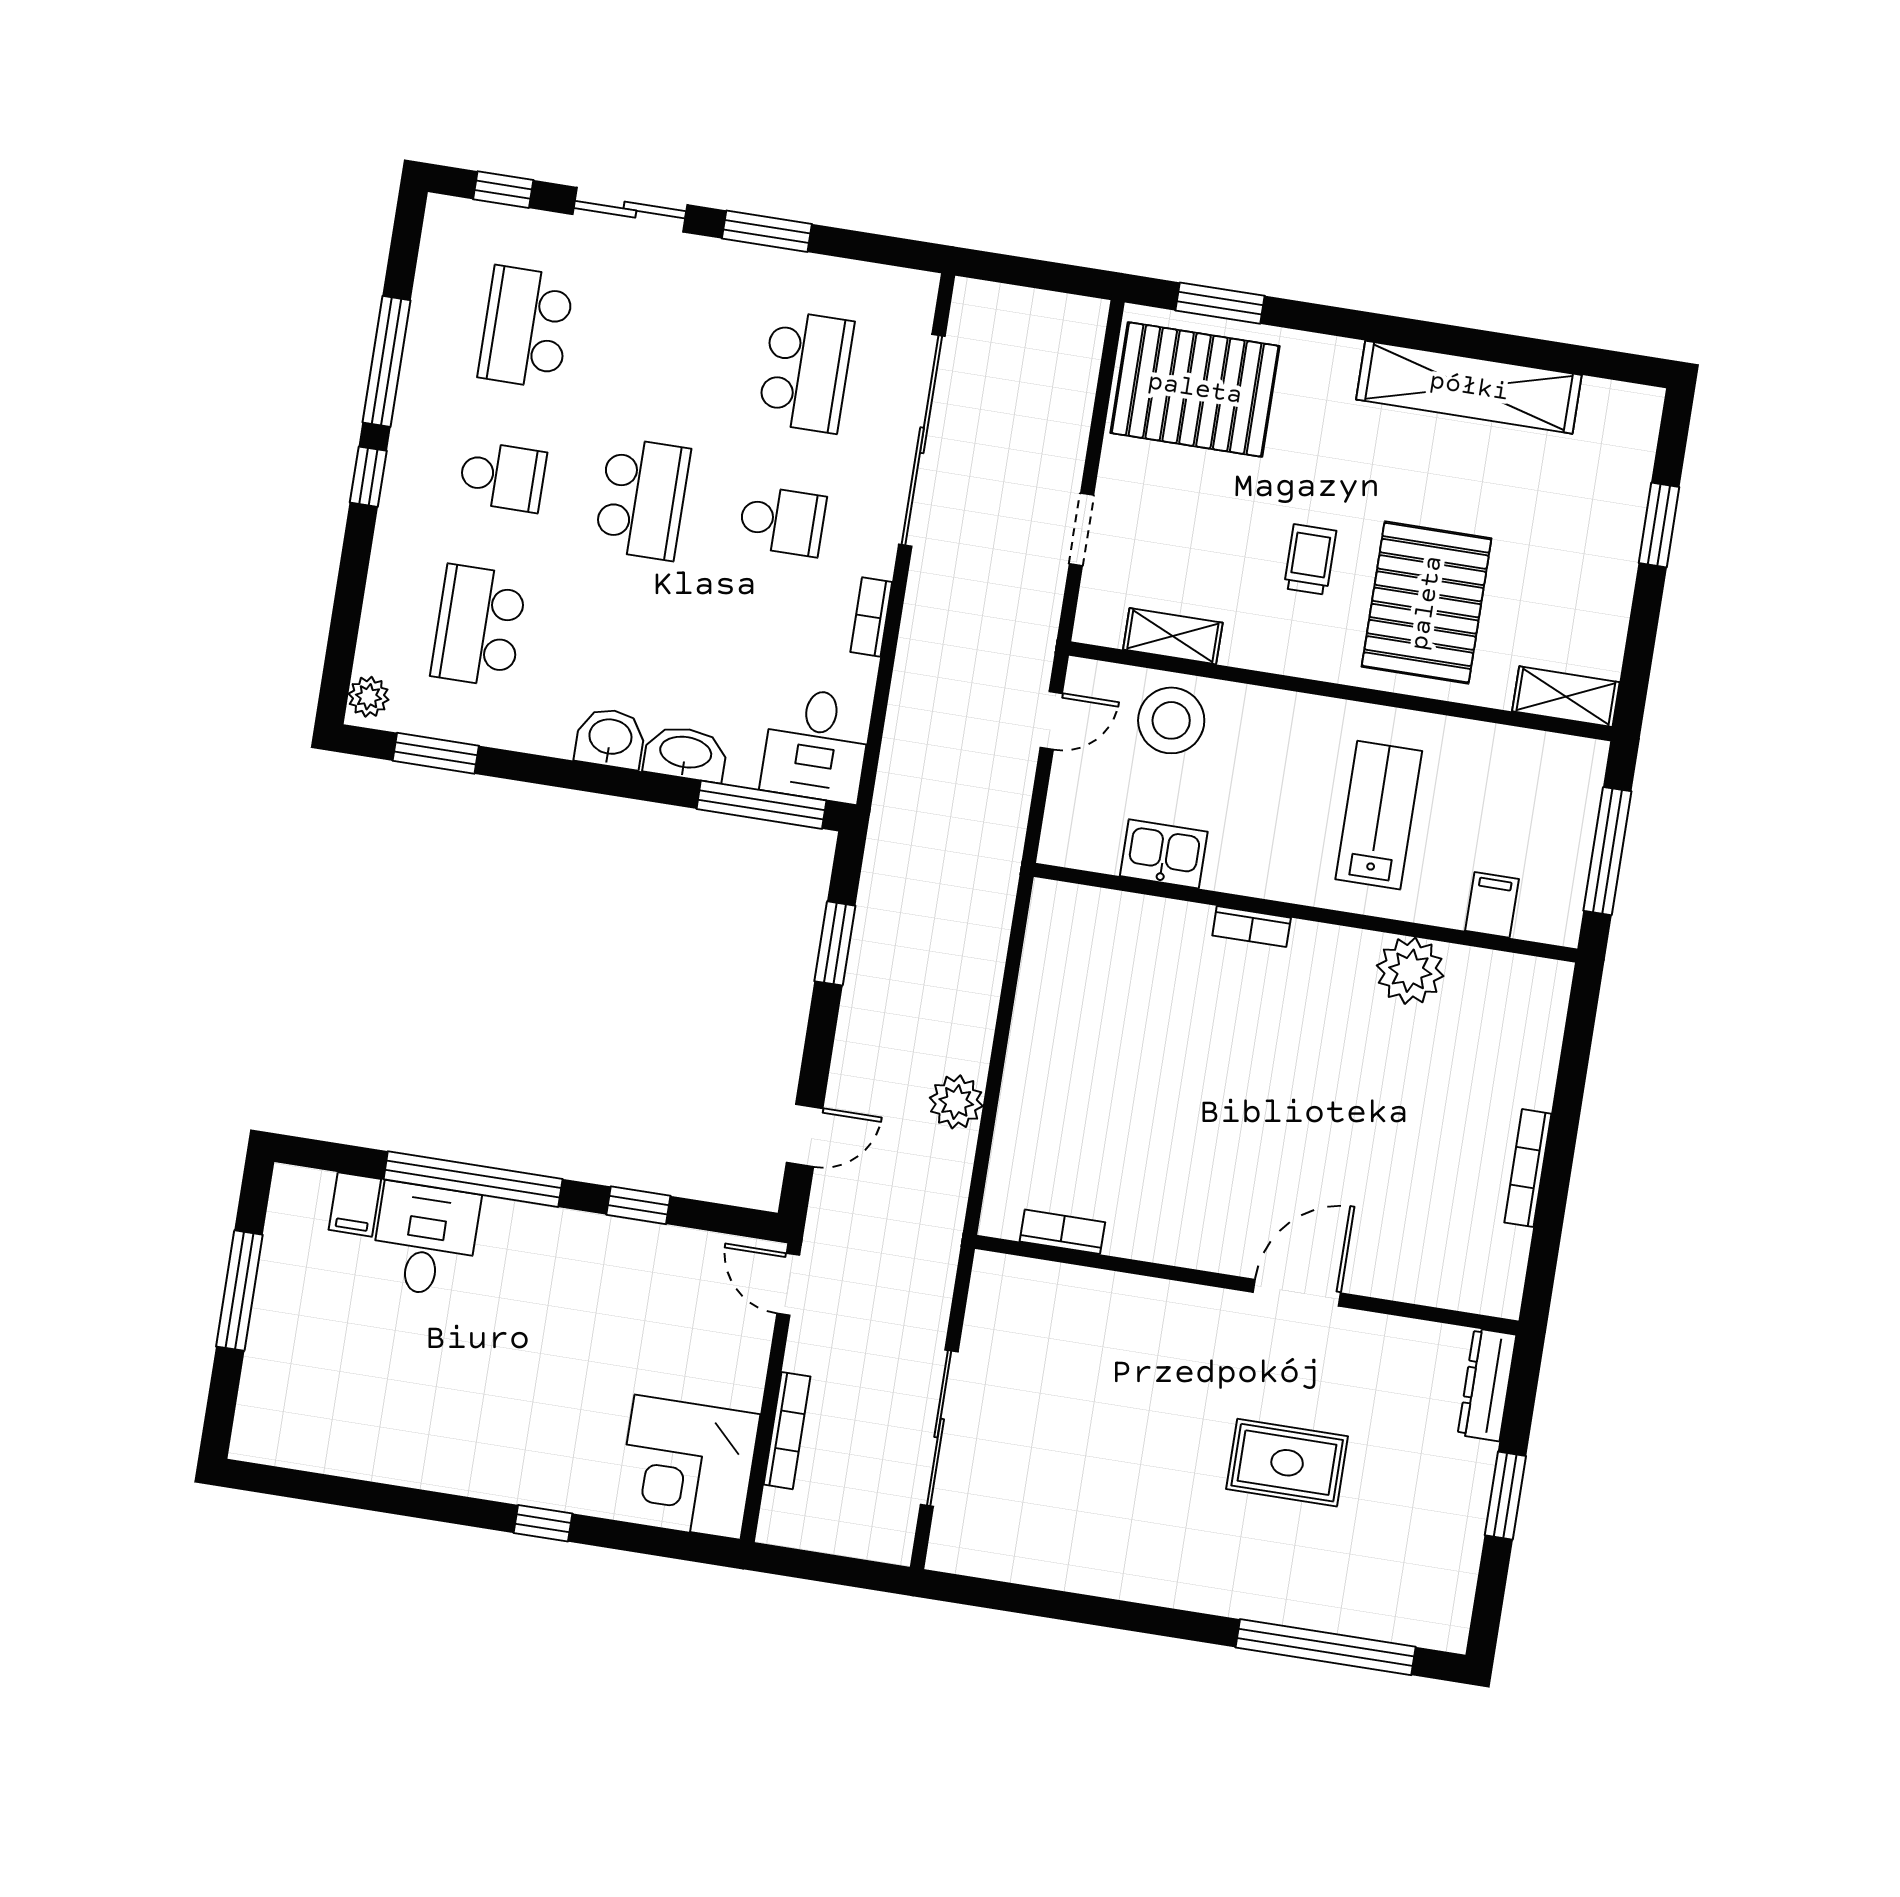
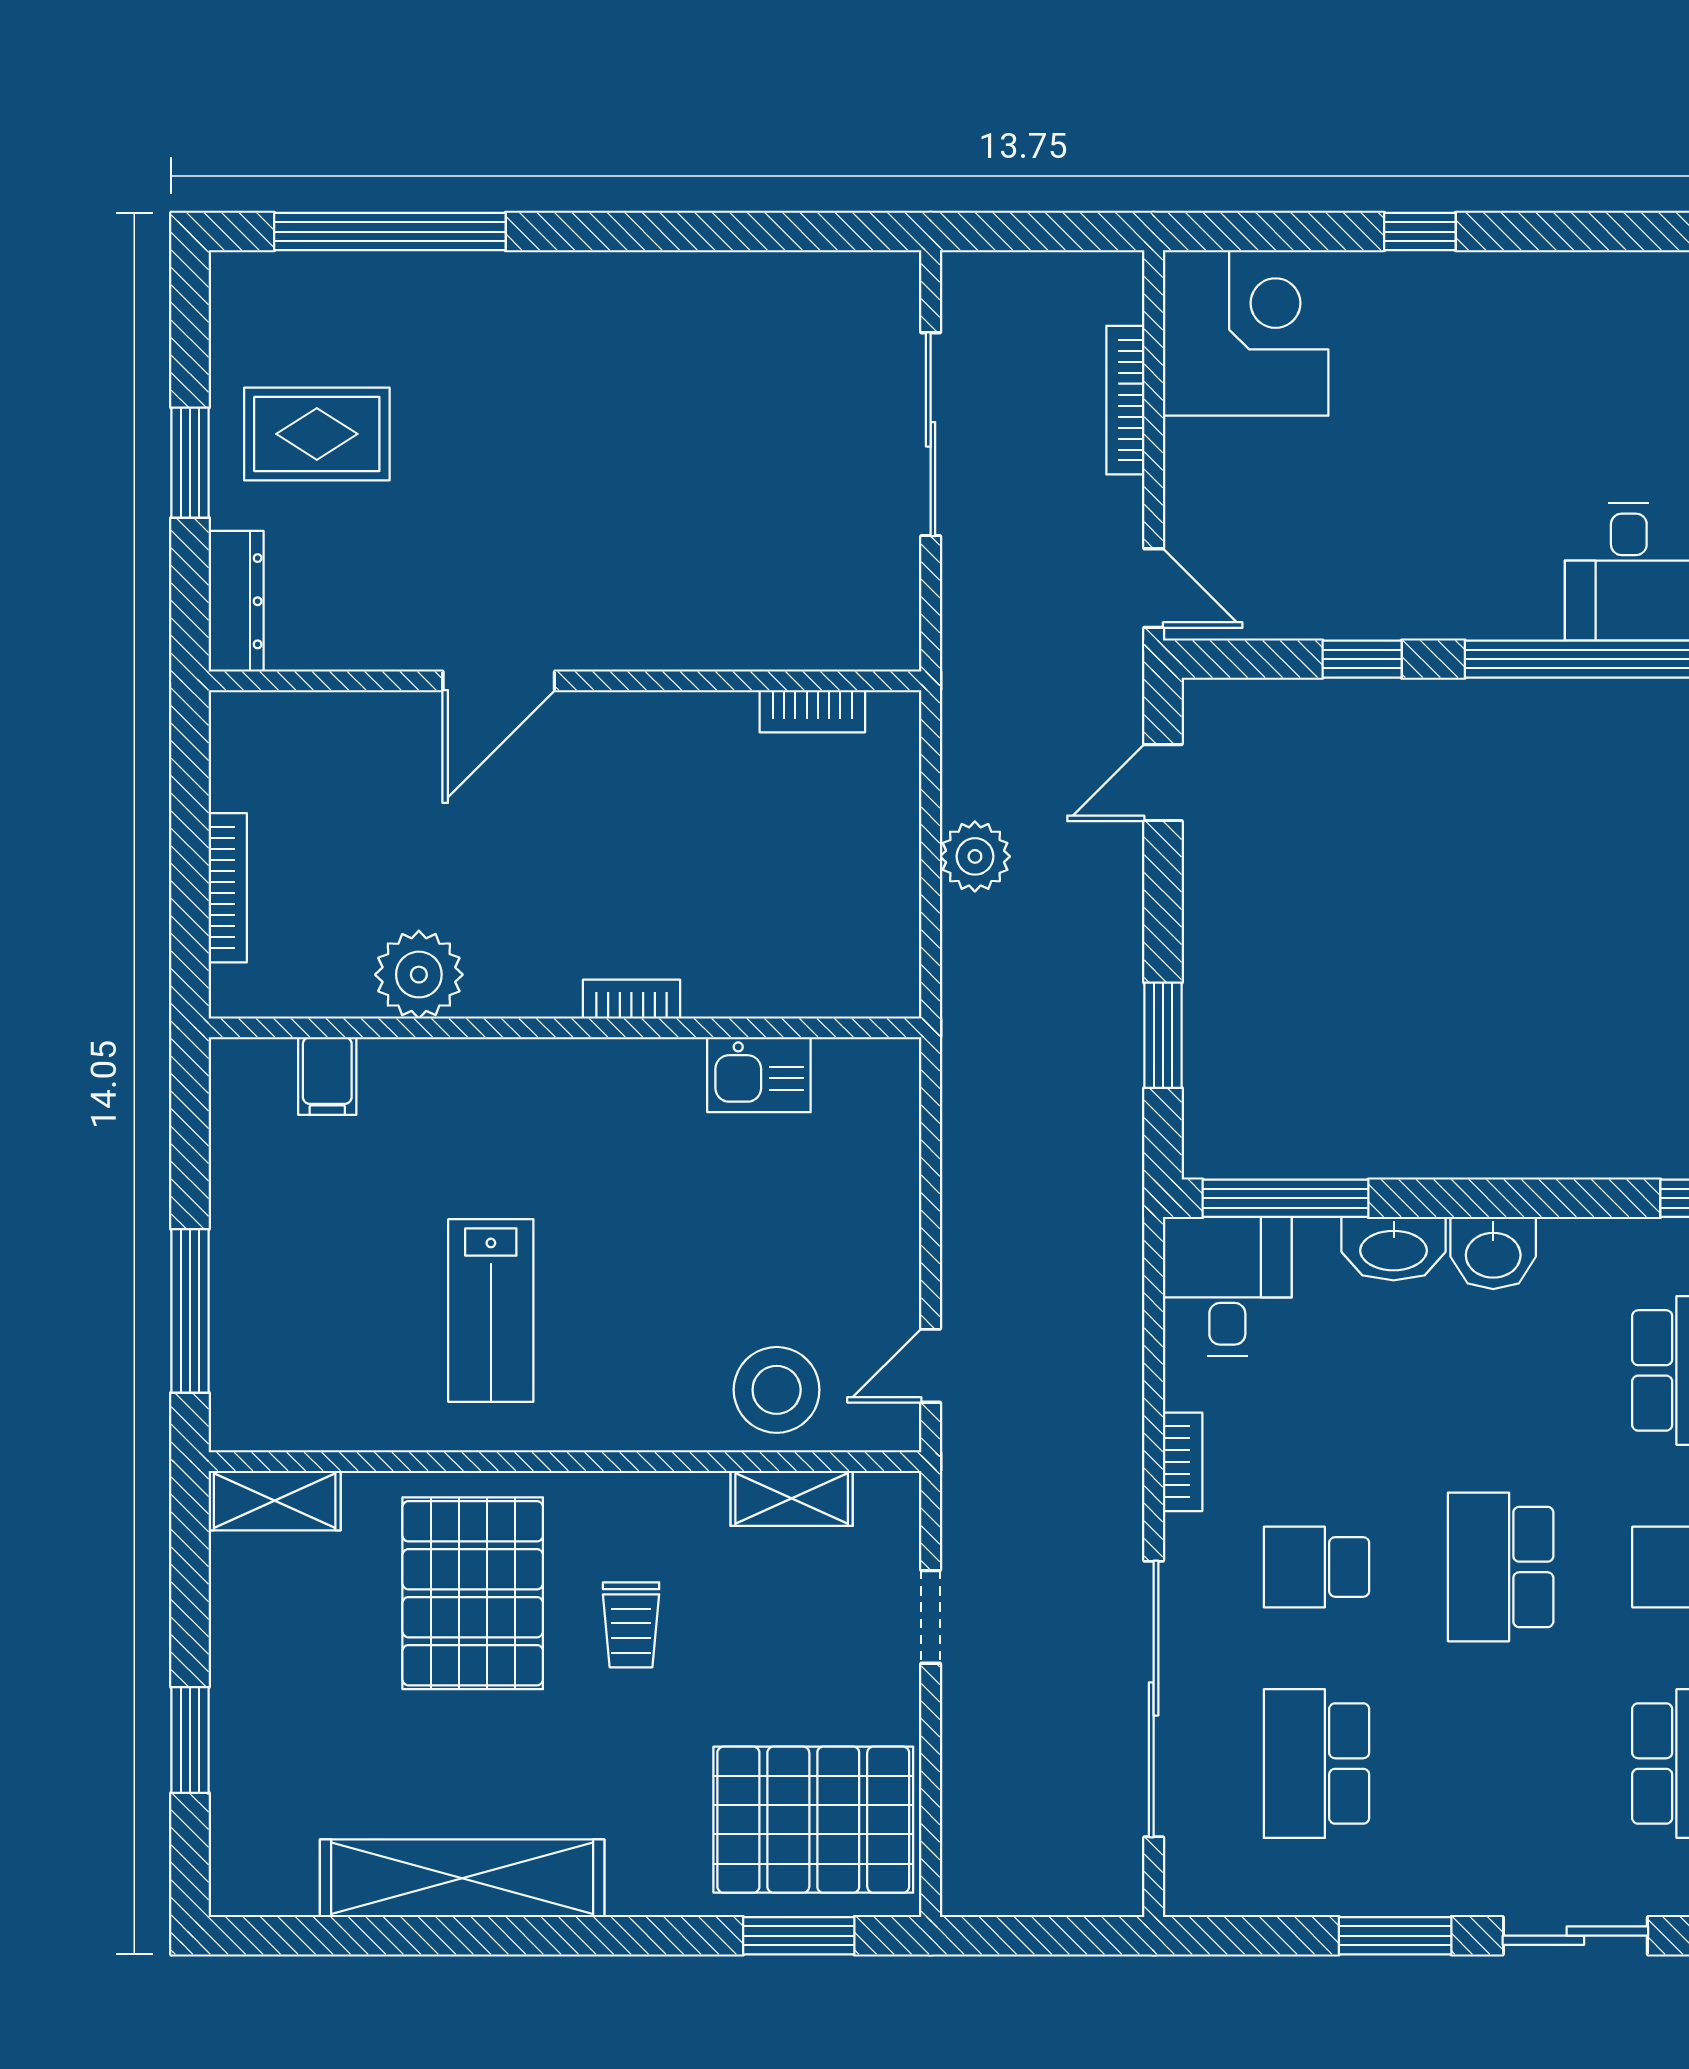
kitchen sink: (1164, 854) -> (759, 1075), moved
filing cabinet: (1492, 905) -> (327, 1076), moved
wall: (1306, 913) -> (565, 1028), moved
bookcase: (1252, 927) -> (631, 999), moved
plant: (1410, 971) -> (419, 975), moved
rug: (1287, 1463) -> (317, 434), moved

